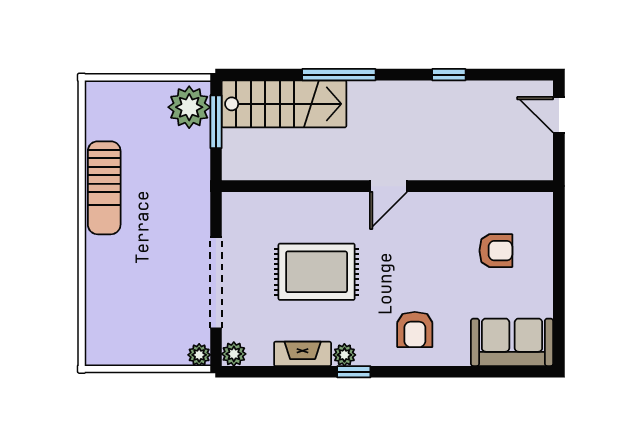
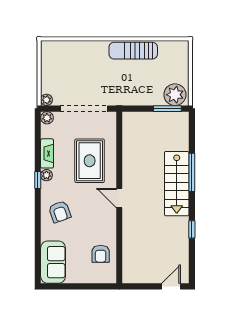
stairs: (284, 104) -> (177, 184), moved
wall: (387, 186) -> (119, 197), moved
door: (389, 186) -> (119, 198), moved
armchair: (415, 329) -> (60, 212), turned -110

